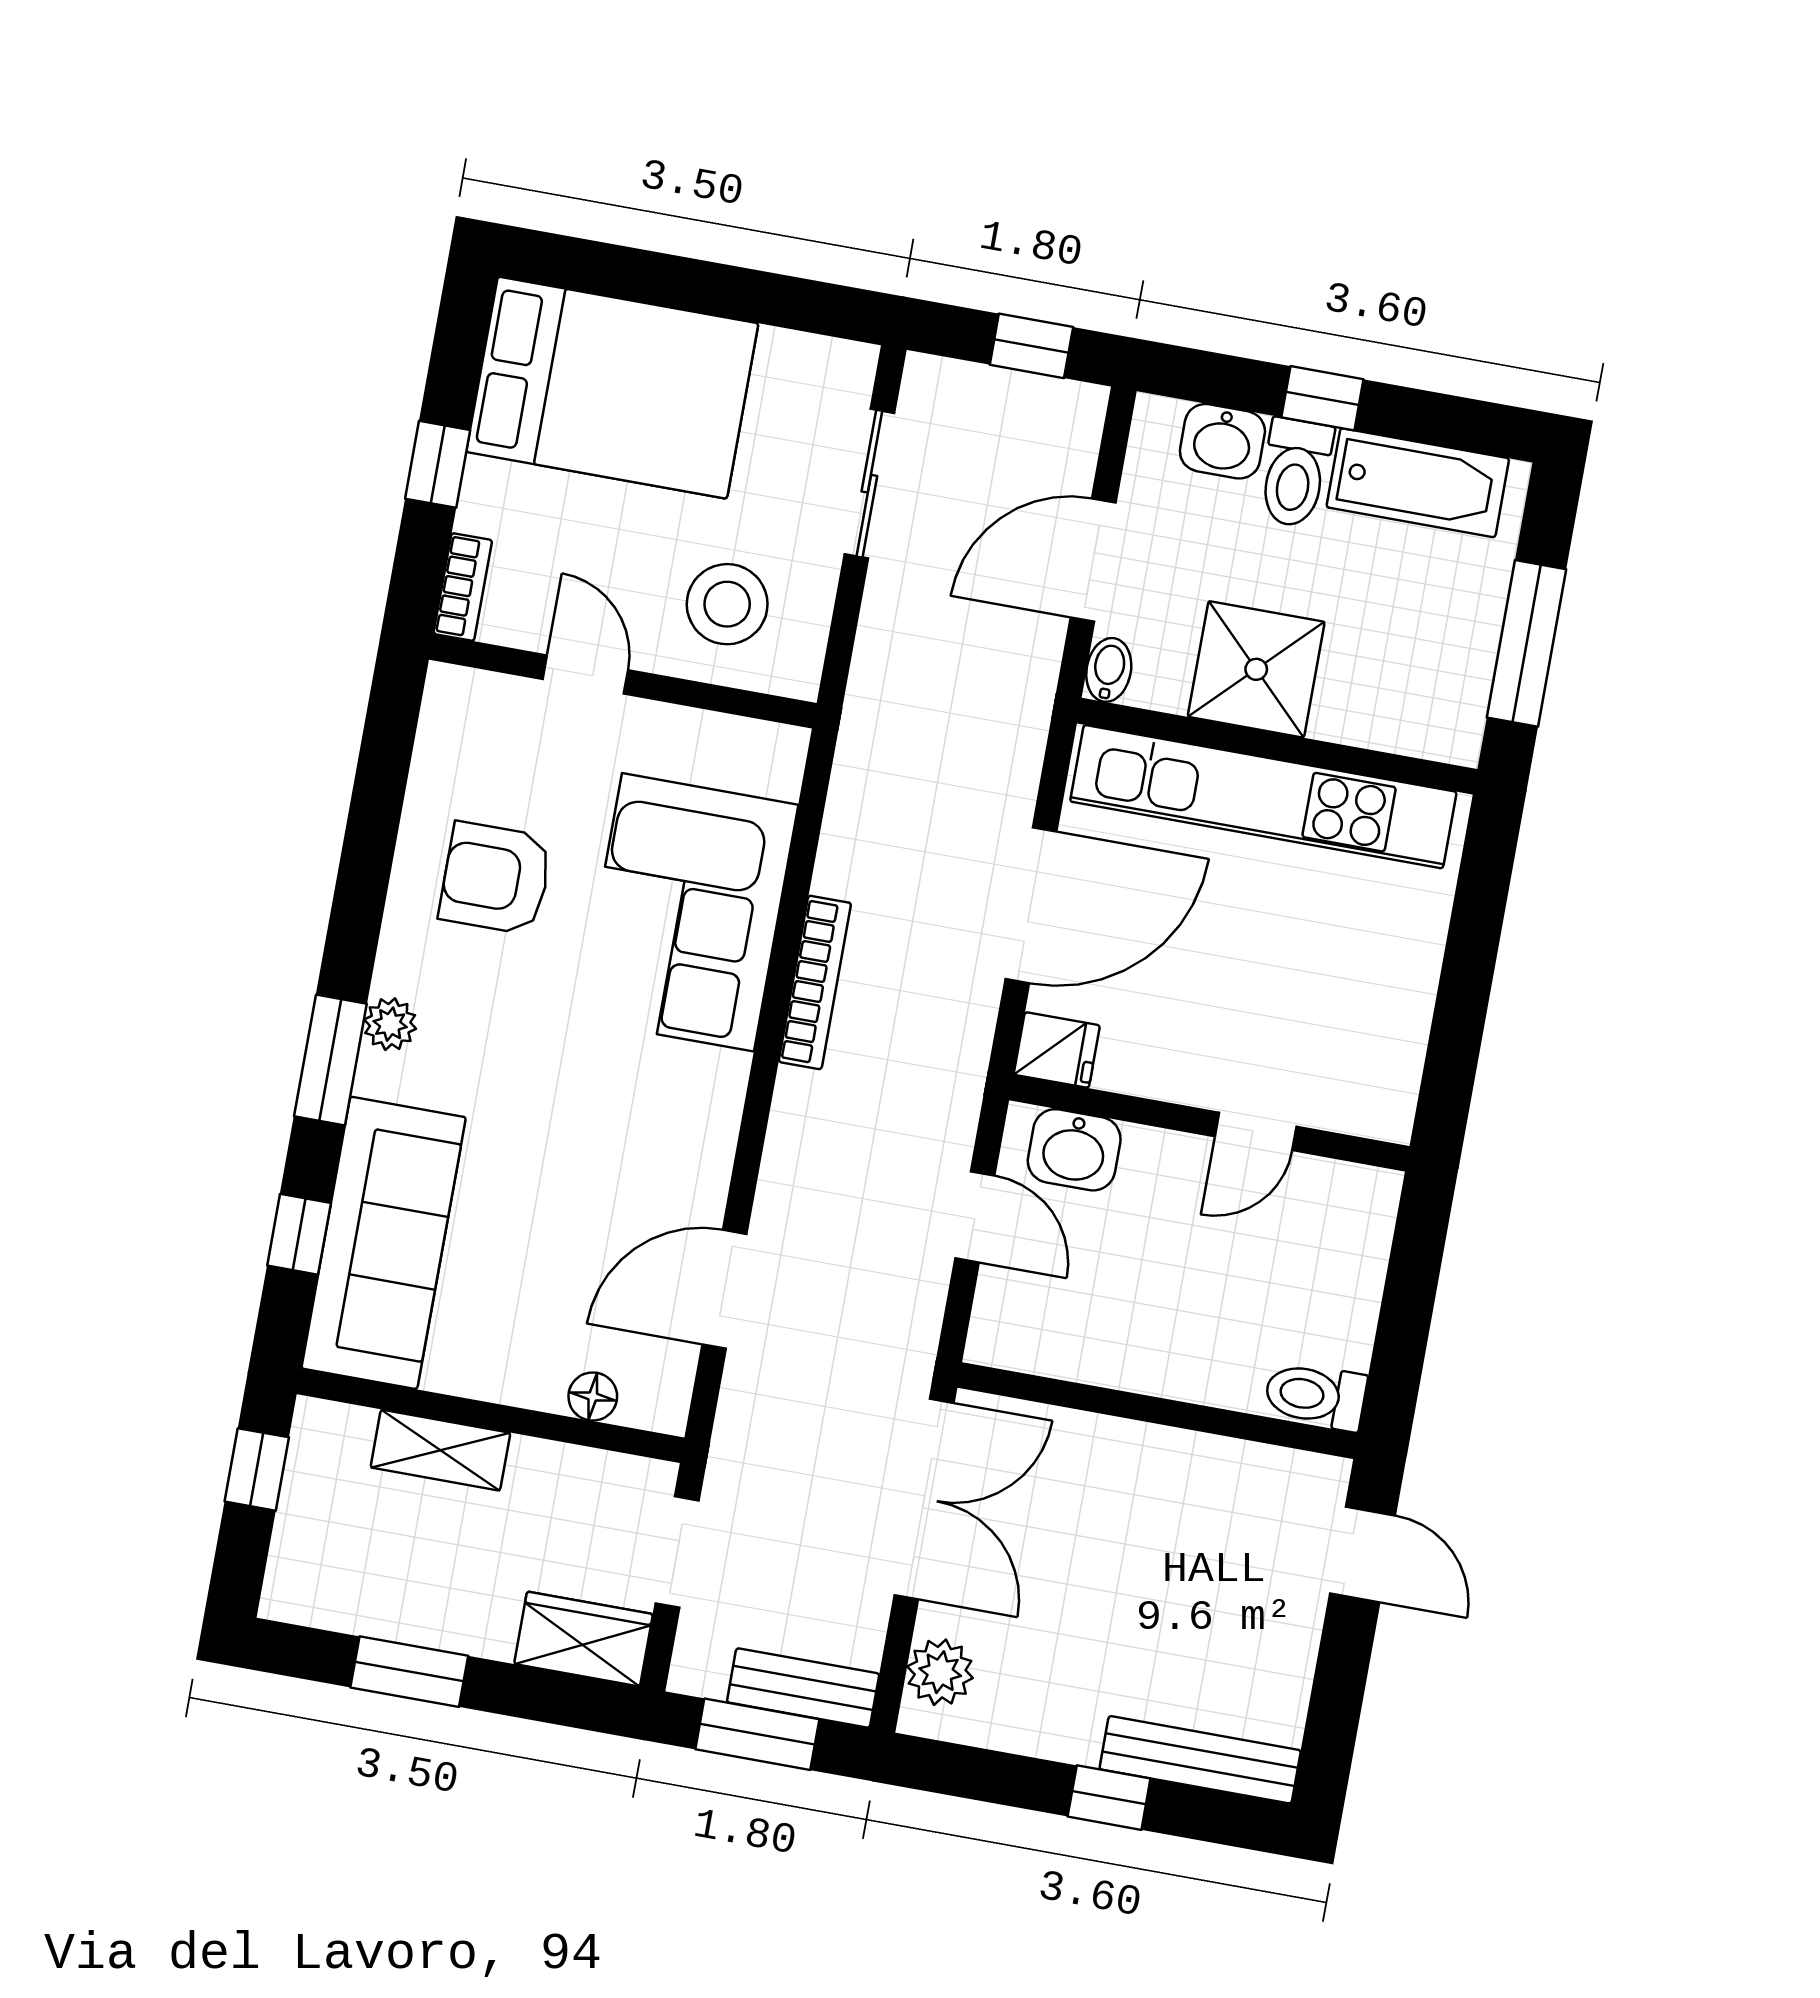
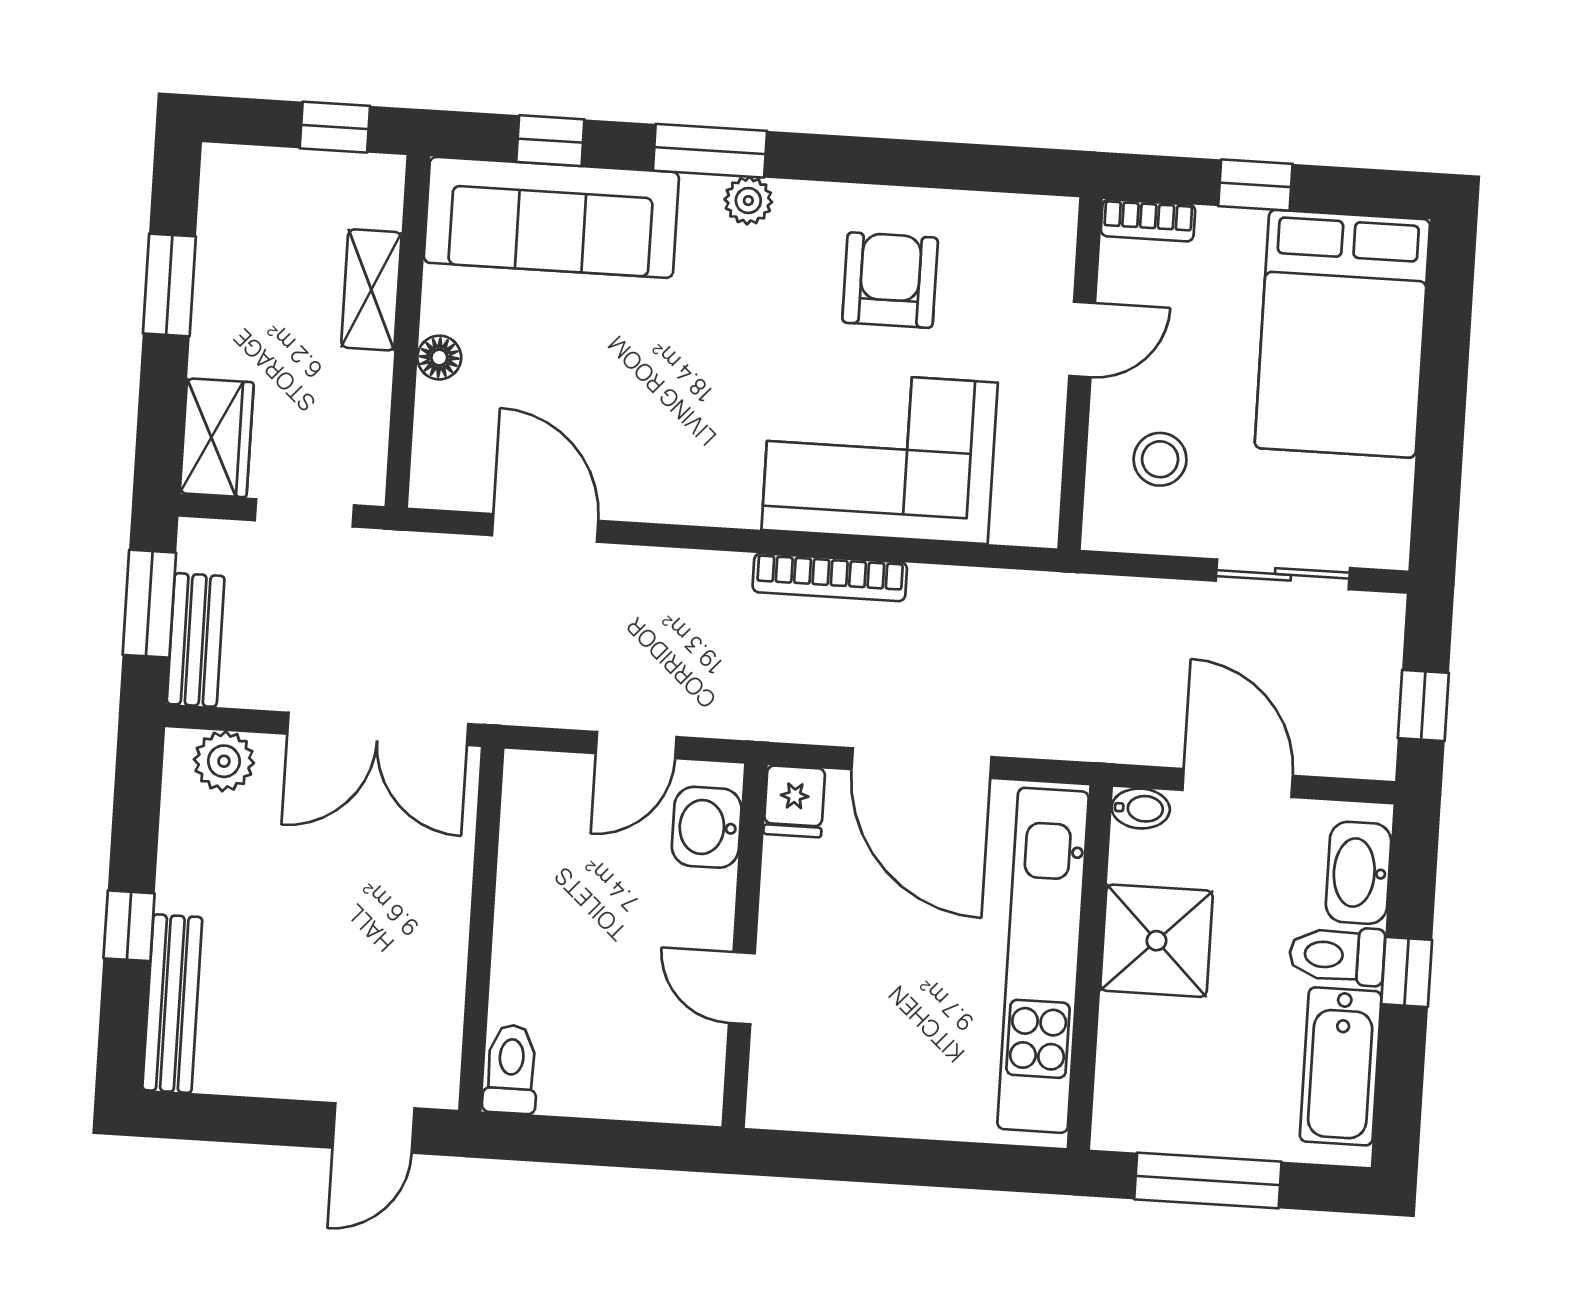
washbasin: (1222, 441) -> (1358, 873), width x1.38
stool: (727, 604) -> (1160, 459), width x0.73, depth x0.73
floor lamp: (593, 1396) -> (439, 358), moved

